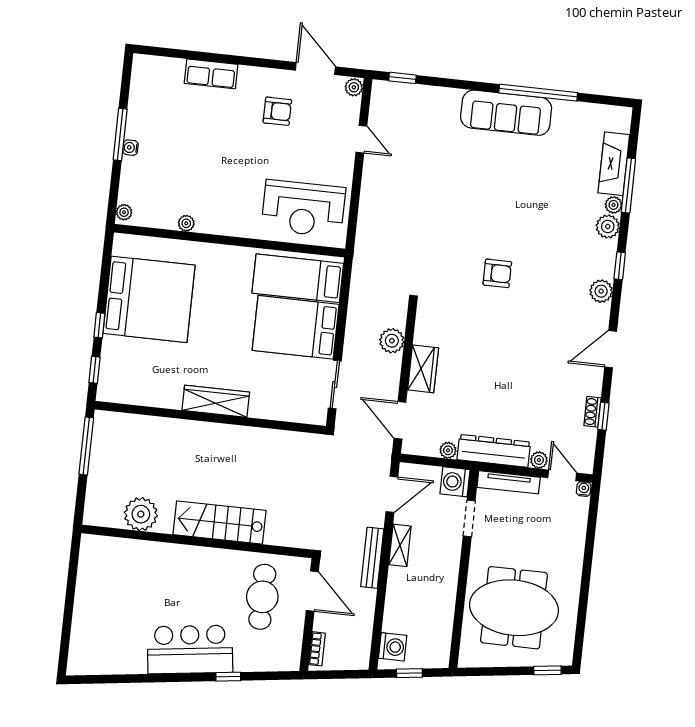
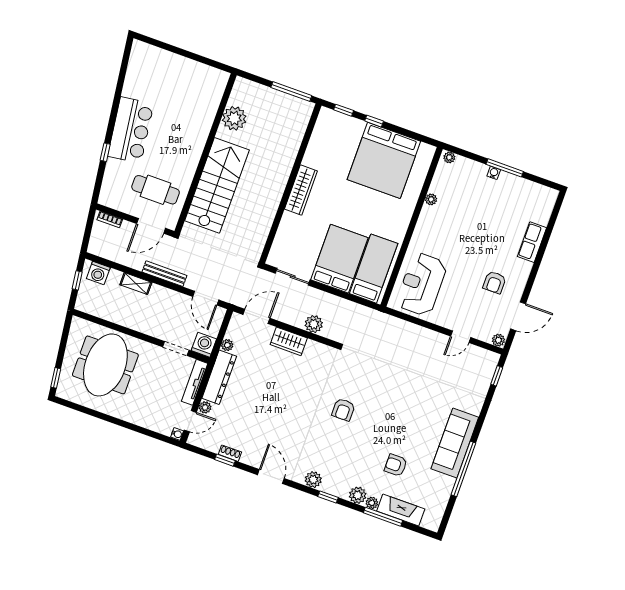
armchair: (555, 185) -> (396, 465), added
stairs: (219, 523) -> (217, 185), width x1.36, depth x1.51
shelving: (400, 545) -> (136, 284), moved

